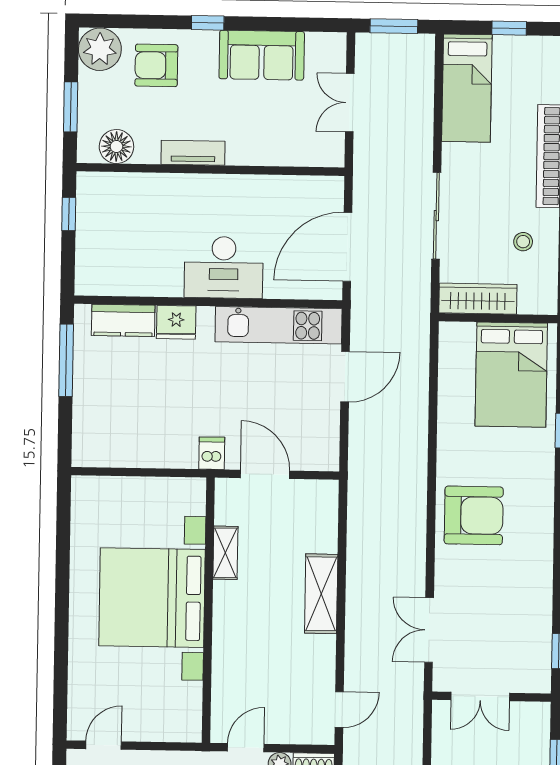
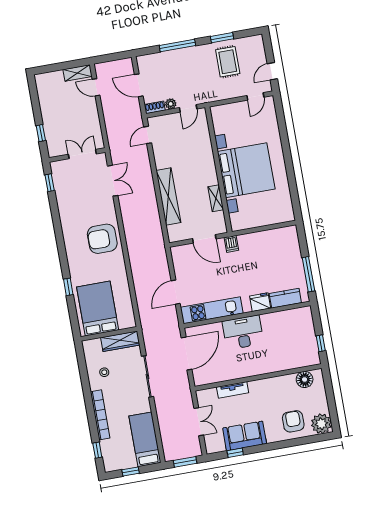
window: (208, 23) -> (235, 453), moved
armchair: (156, 65) -> (293, 421), turned -90
window: (71, 107) -> (330, 394), removed
tv unit: (193, 153) -> (233, 390), moved
shelving: (321, 594) -> (168, 197), width x1.47

